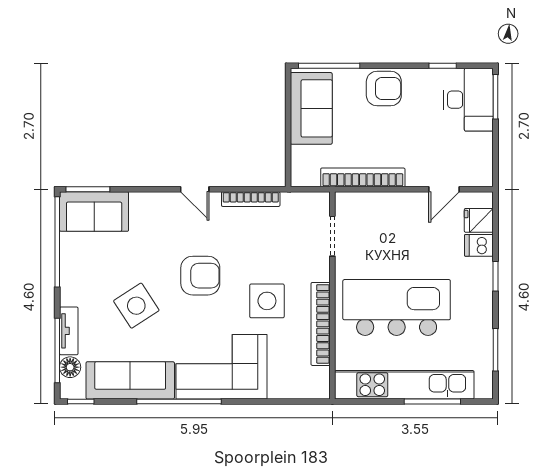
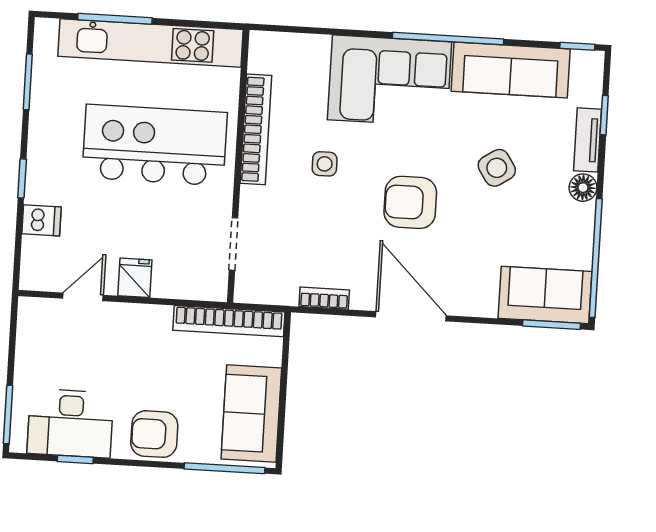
desk: (468, 100) -> (70, 423), moved, turned -90
bookcase: (363, 177) -> (229, 321), moved
door: (195, 189) -> (411, 316), width x1.88
bookcase: (251, 199) -> (324, 298), width x0.64
fridge: (479, 220) -> (135, 278), moved, turned -90
side table: (267, 301) -> (325, 164), width x0.54, depth x0.54
side table: (136, 306) -> (497, 168), width x0.73, depth x0.73
kitchen island: (397, 308) -> (155, 145), turned 180
window: (57, 350) -> (604, 115), width x0.46
floor lamp: (70, 367) -> (583, 188), moved

